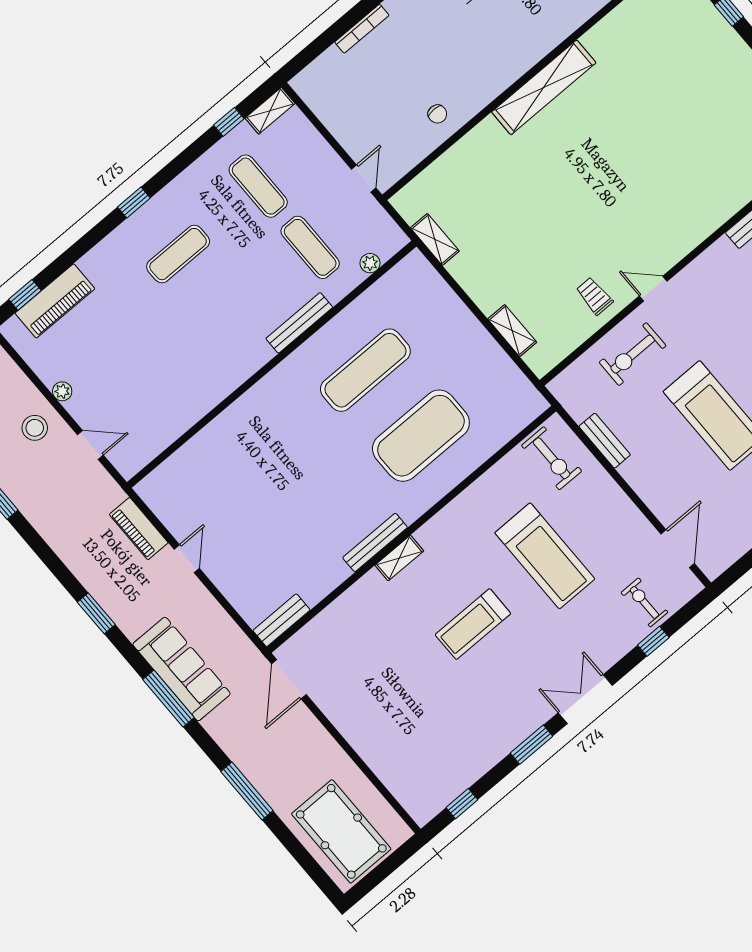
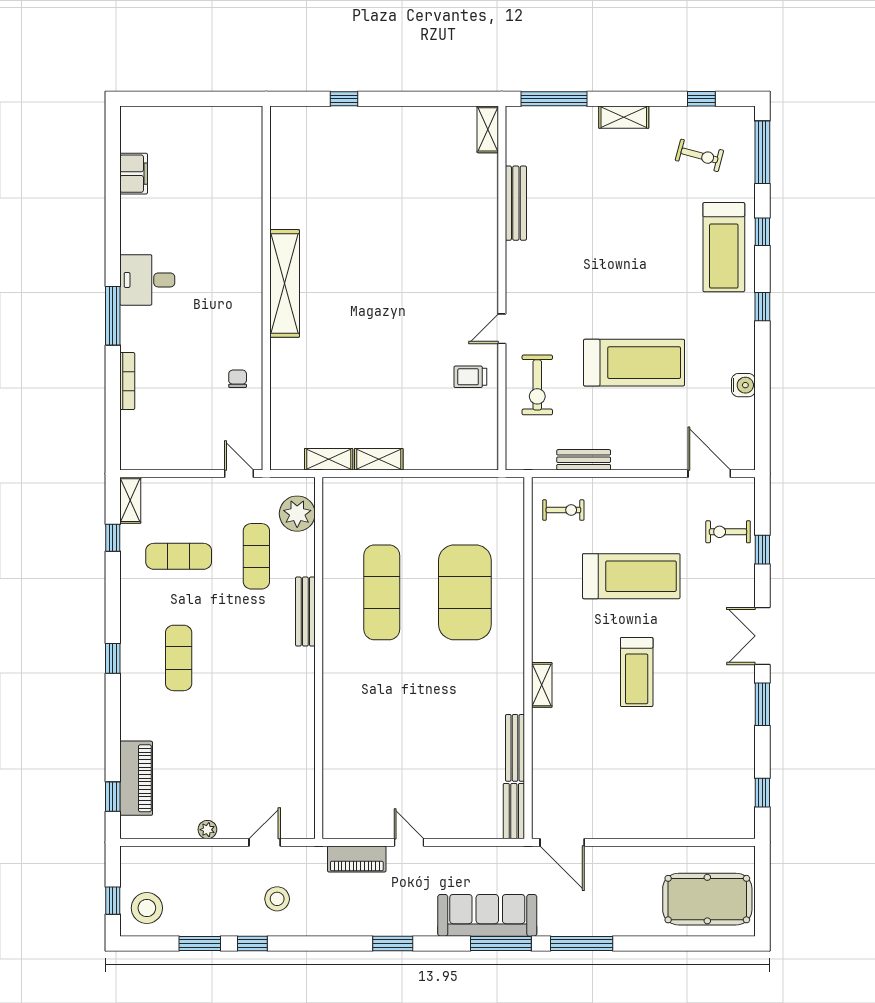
chair: (437, 114) -> (238, 379), turned -90
exercise mat: (310, 247) -> (256, 556), turned 90
plant: (370, 263) -> (297, 514), width x1.87, depth x1.87
shelving: (512, 331) -> (379, 459), moved
stool: (35, 428) -> (277, 899), moved
exercise bike: (552, 458) -> (563, 510), width x0.73, depth x0.72
bench: (375, 542) -> (515, 748), moved
window: (247, 791) -> (582, 943), moved

